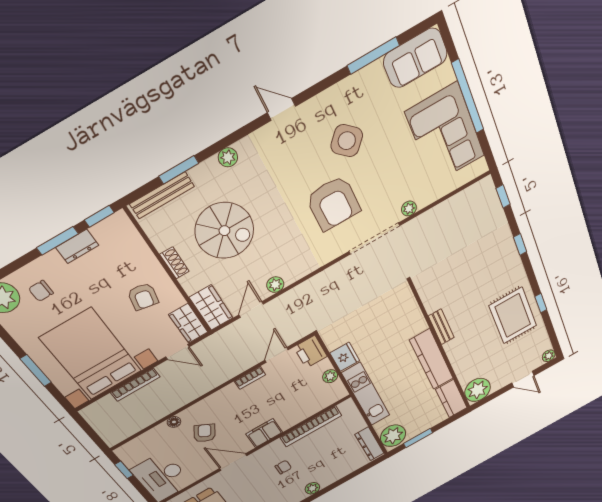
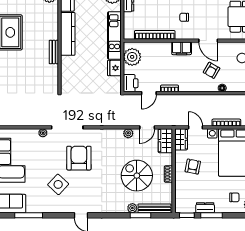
plant: (228, 157) -> (132, 208), moved
plant: (330, 376) -> (132, 57), width x1.88, depth x1.88

